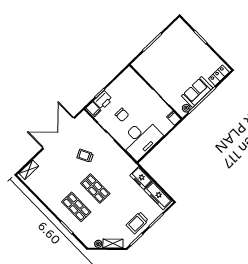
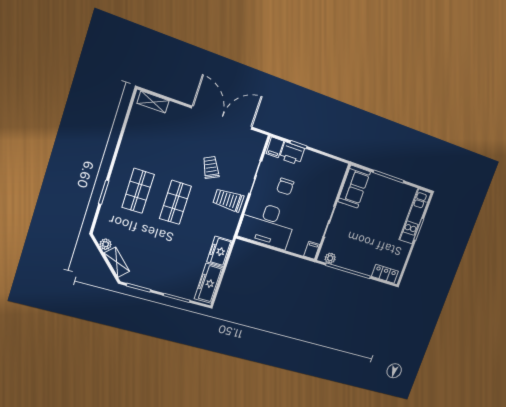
kitchen unit: (190, 36) -> (415, 216), added
sofa: (197, 92) -> (354, 187), moved, turned 90
trolley: (137, 223) -> (228, 200), moved

